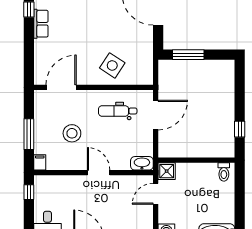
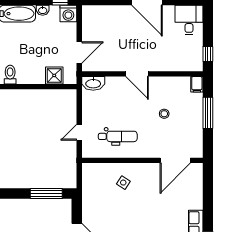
side table: (112, 65) -> (123, 183), width x0.54, depth x0.54
door: (156, 115) -> (79, 132), width x0.53
stool: (72, 133) -> (164, 114), width x0.53, depth x0.53
shower: (167, 171) -> (54, 75), moved

